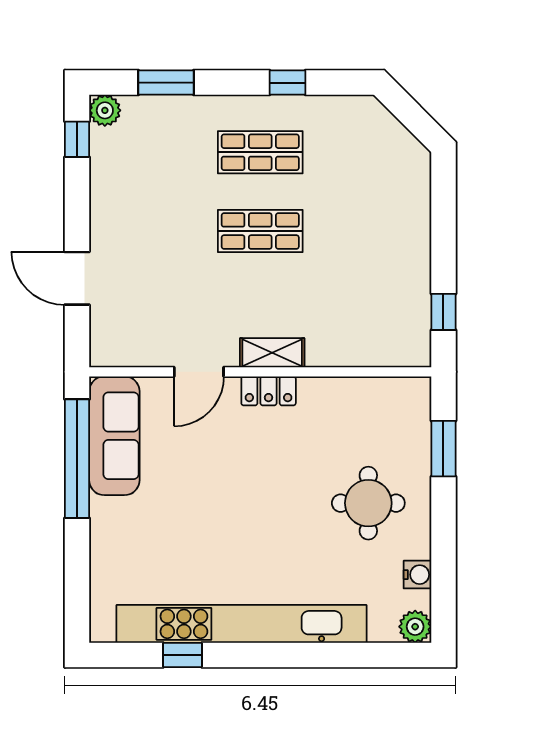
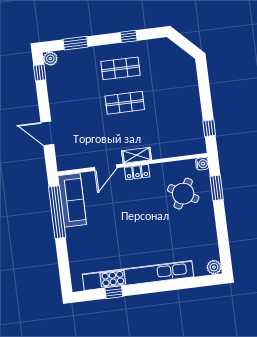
round table: (368, 503) -> (183, 194), moved, turned 30
water cooler: (417, 575) -> (202, 164), moved

